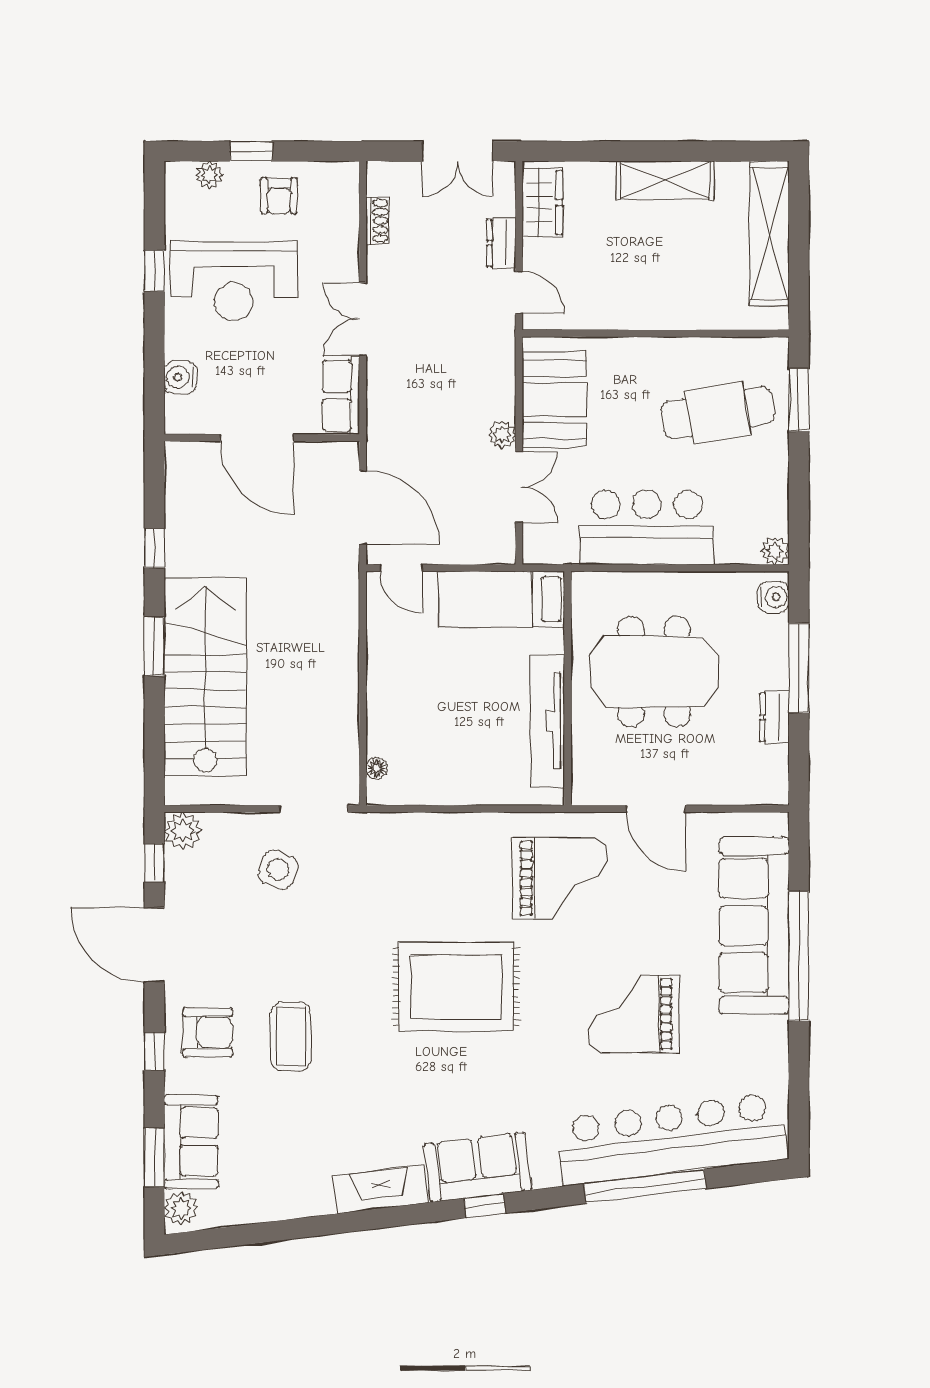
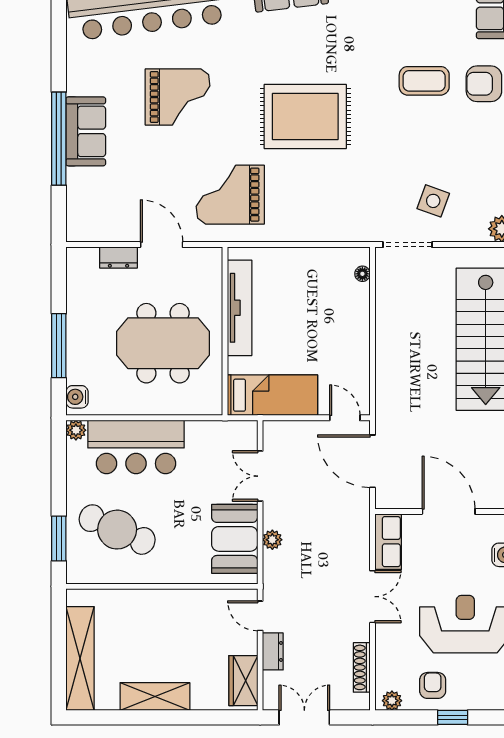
plant: (209, 175) -> (392, 701), moved
shoe rack: (378, 221) -> (362, 667), width x1.43
cafe table: (718, 413) -> (117, 530), turned 33
plant: (502, 435) -> (272, 540), moved
bar counter: (647, 527) -> (136, 447), moved
dresser: (774, 717) -> (118, 257), moved, turned 90
sofa: (754, 925) -> (86, 131), width x0.54, depth x0.79
coffee table: (291, 1036) -> (424, 81), turned 90

